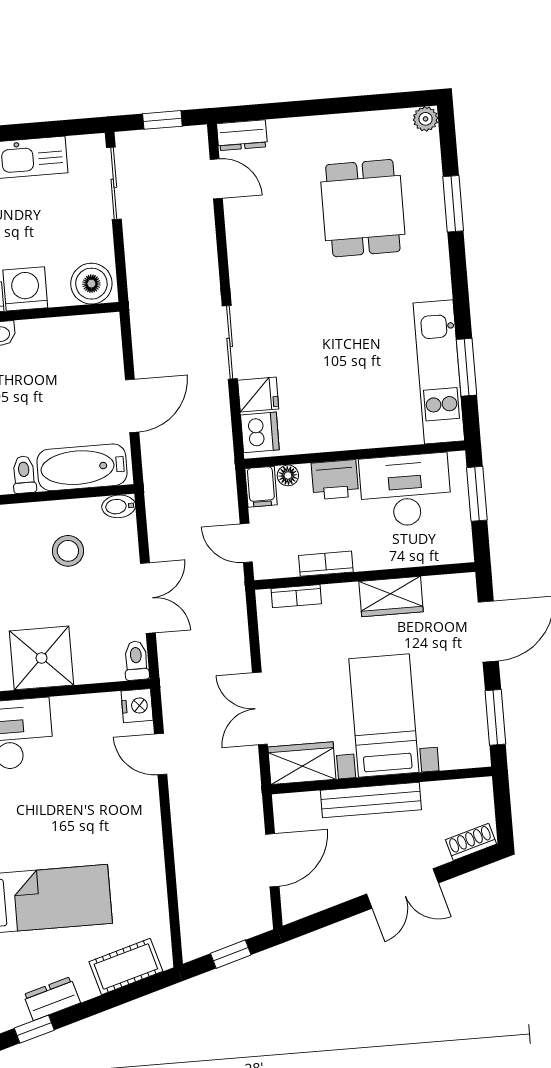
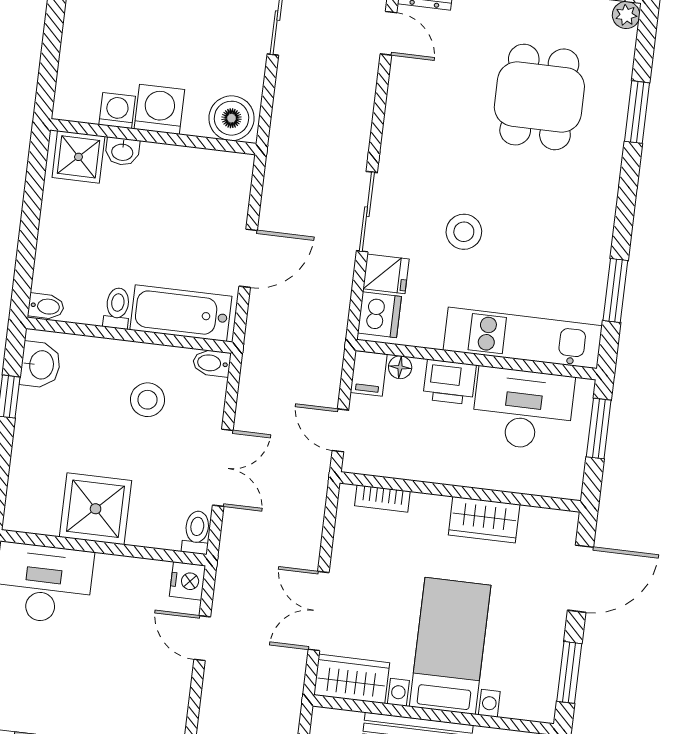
stool: (320, 343) -> (464, 232), added
kitchen unit: (439, 372) -> (523, 338), moved, turned 90
bookcase: (326, 564) -> (421, 470), removed

